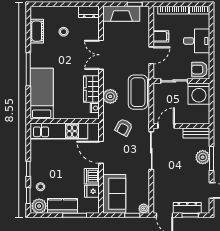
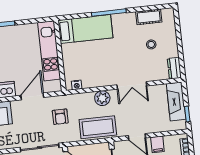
double door: (101, 55) -> (132, 85), swing flipped
wardrobe: (91, 89) -> (96, 79), removed
plant: (110, 96) -> (102, 98), moved
armchair: (124, 127) -> (60, 117), turned -118

